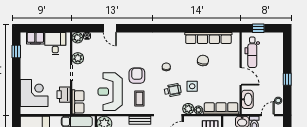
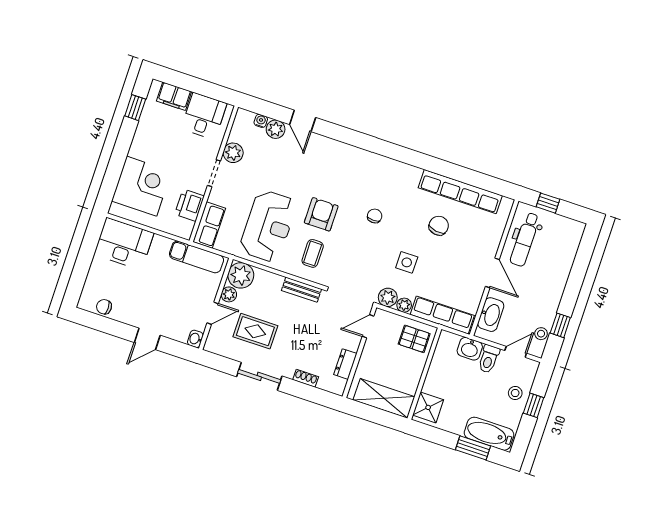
plant: (77, 38) -> (276, 129), moved
window: (287, 79) -> (560, 325), moved
wheelchair: (173, 90) -> (372, 258), removed
reception desk: (110, 92) -> (268, 226), turned 180

